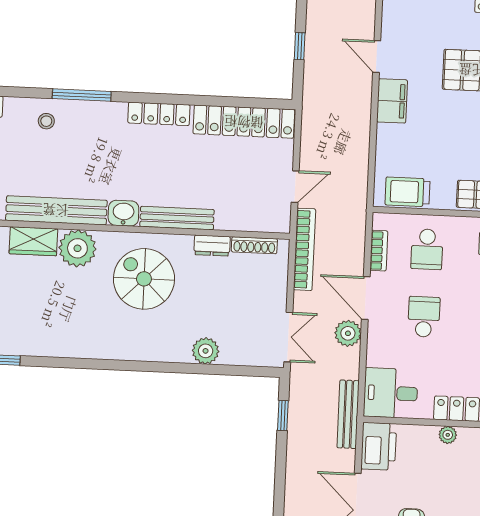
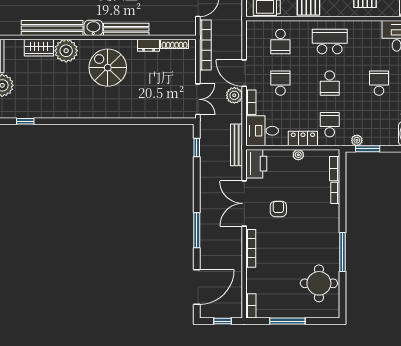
bookcase: (379, 251) -> (251, 102), moved
plant: (206, 351) -> (148, 110), removed

